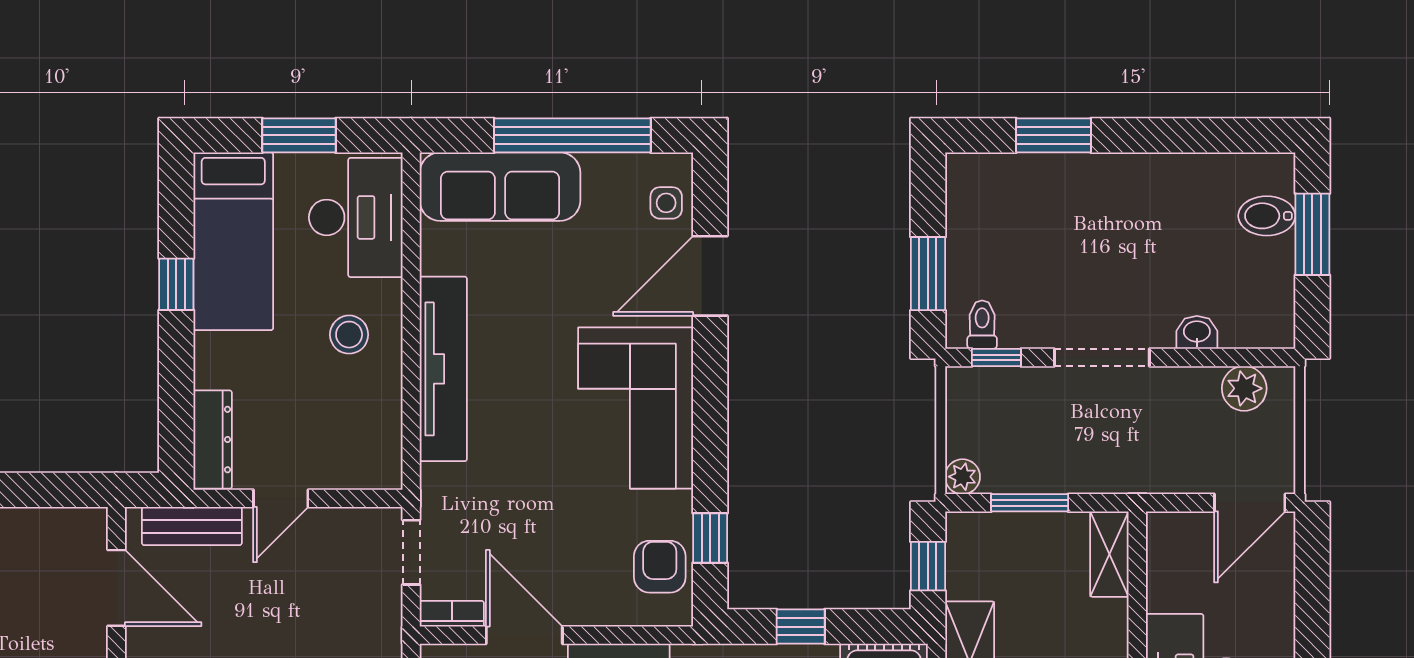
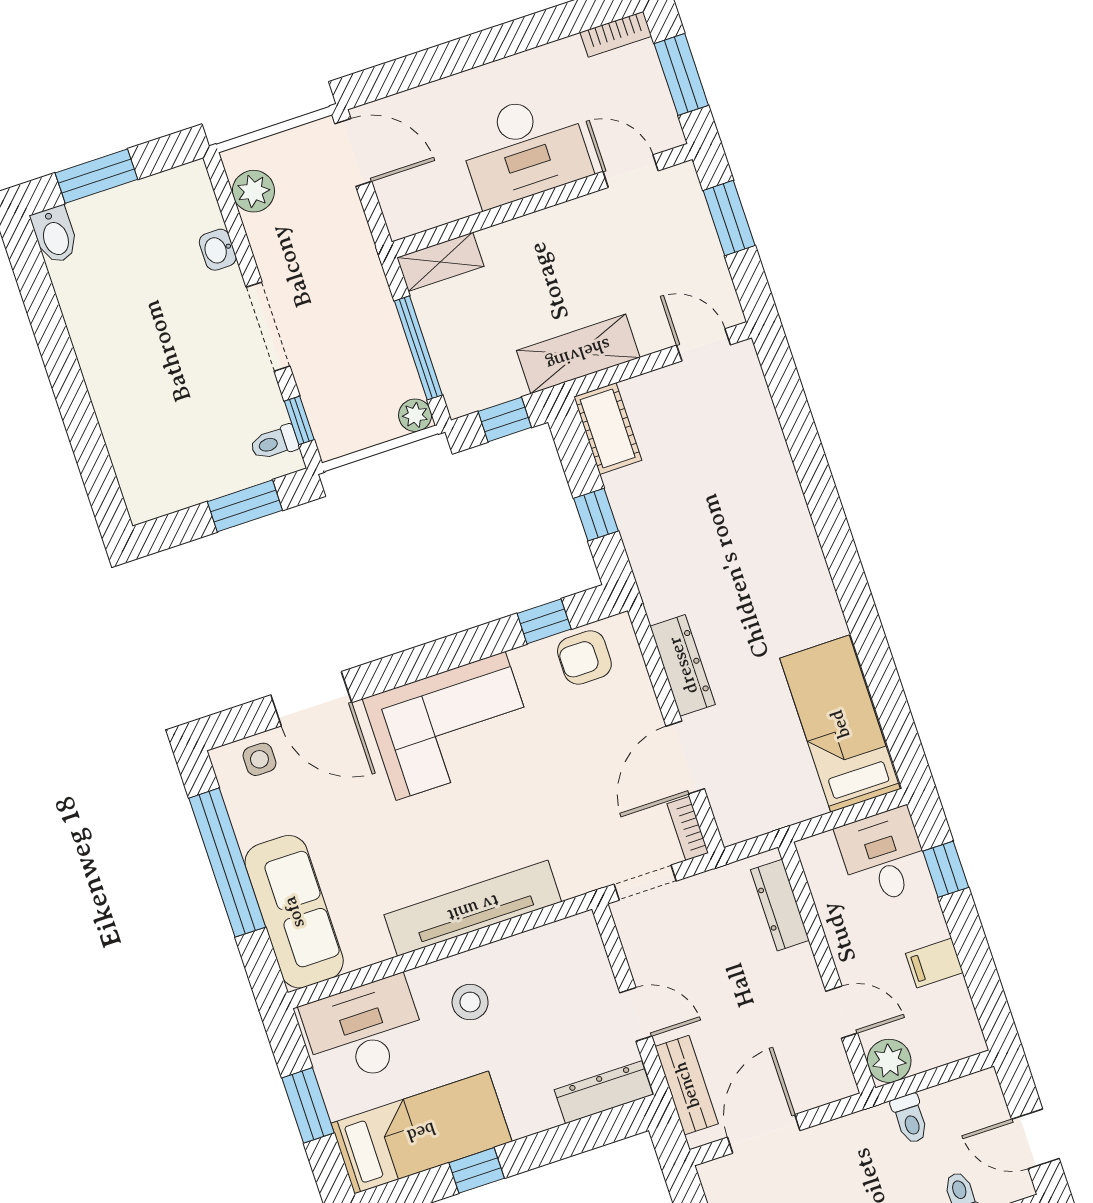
window: (1054, 135) -> (85, 435), removed
bidet: (1267, 216) -> (55, 235), moved
window: (1030, 503) -> (418, 348), width x1.44

